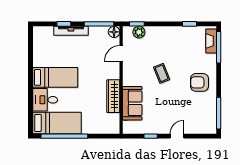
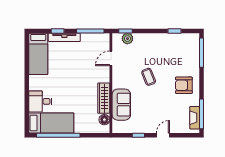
floor lamp: (114, 32) -> (104, 120), moved
fireplace: (211, 41) -> (195, 118), moved
bed: (55, 77) -> (38, 54), moved, turned 90

